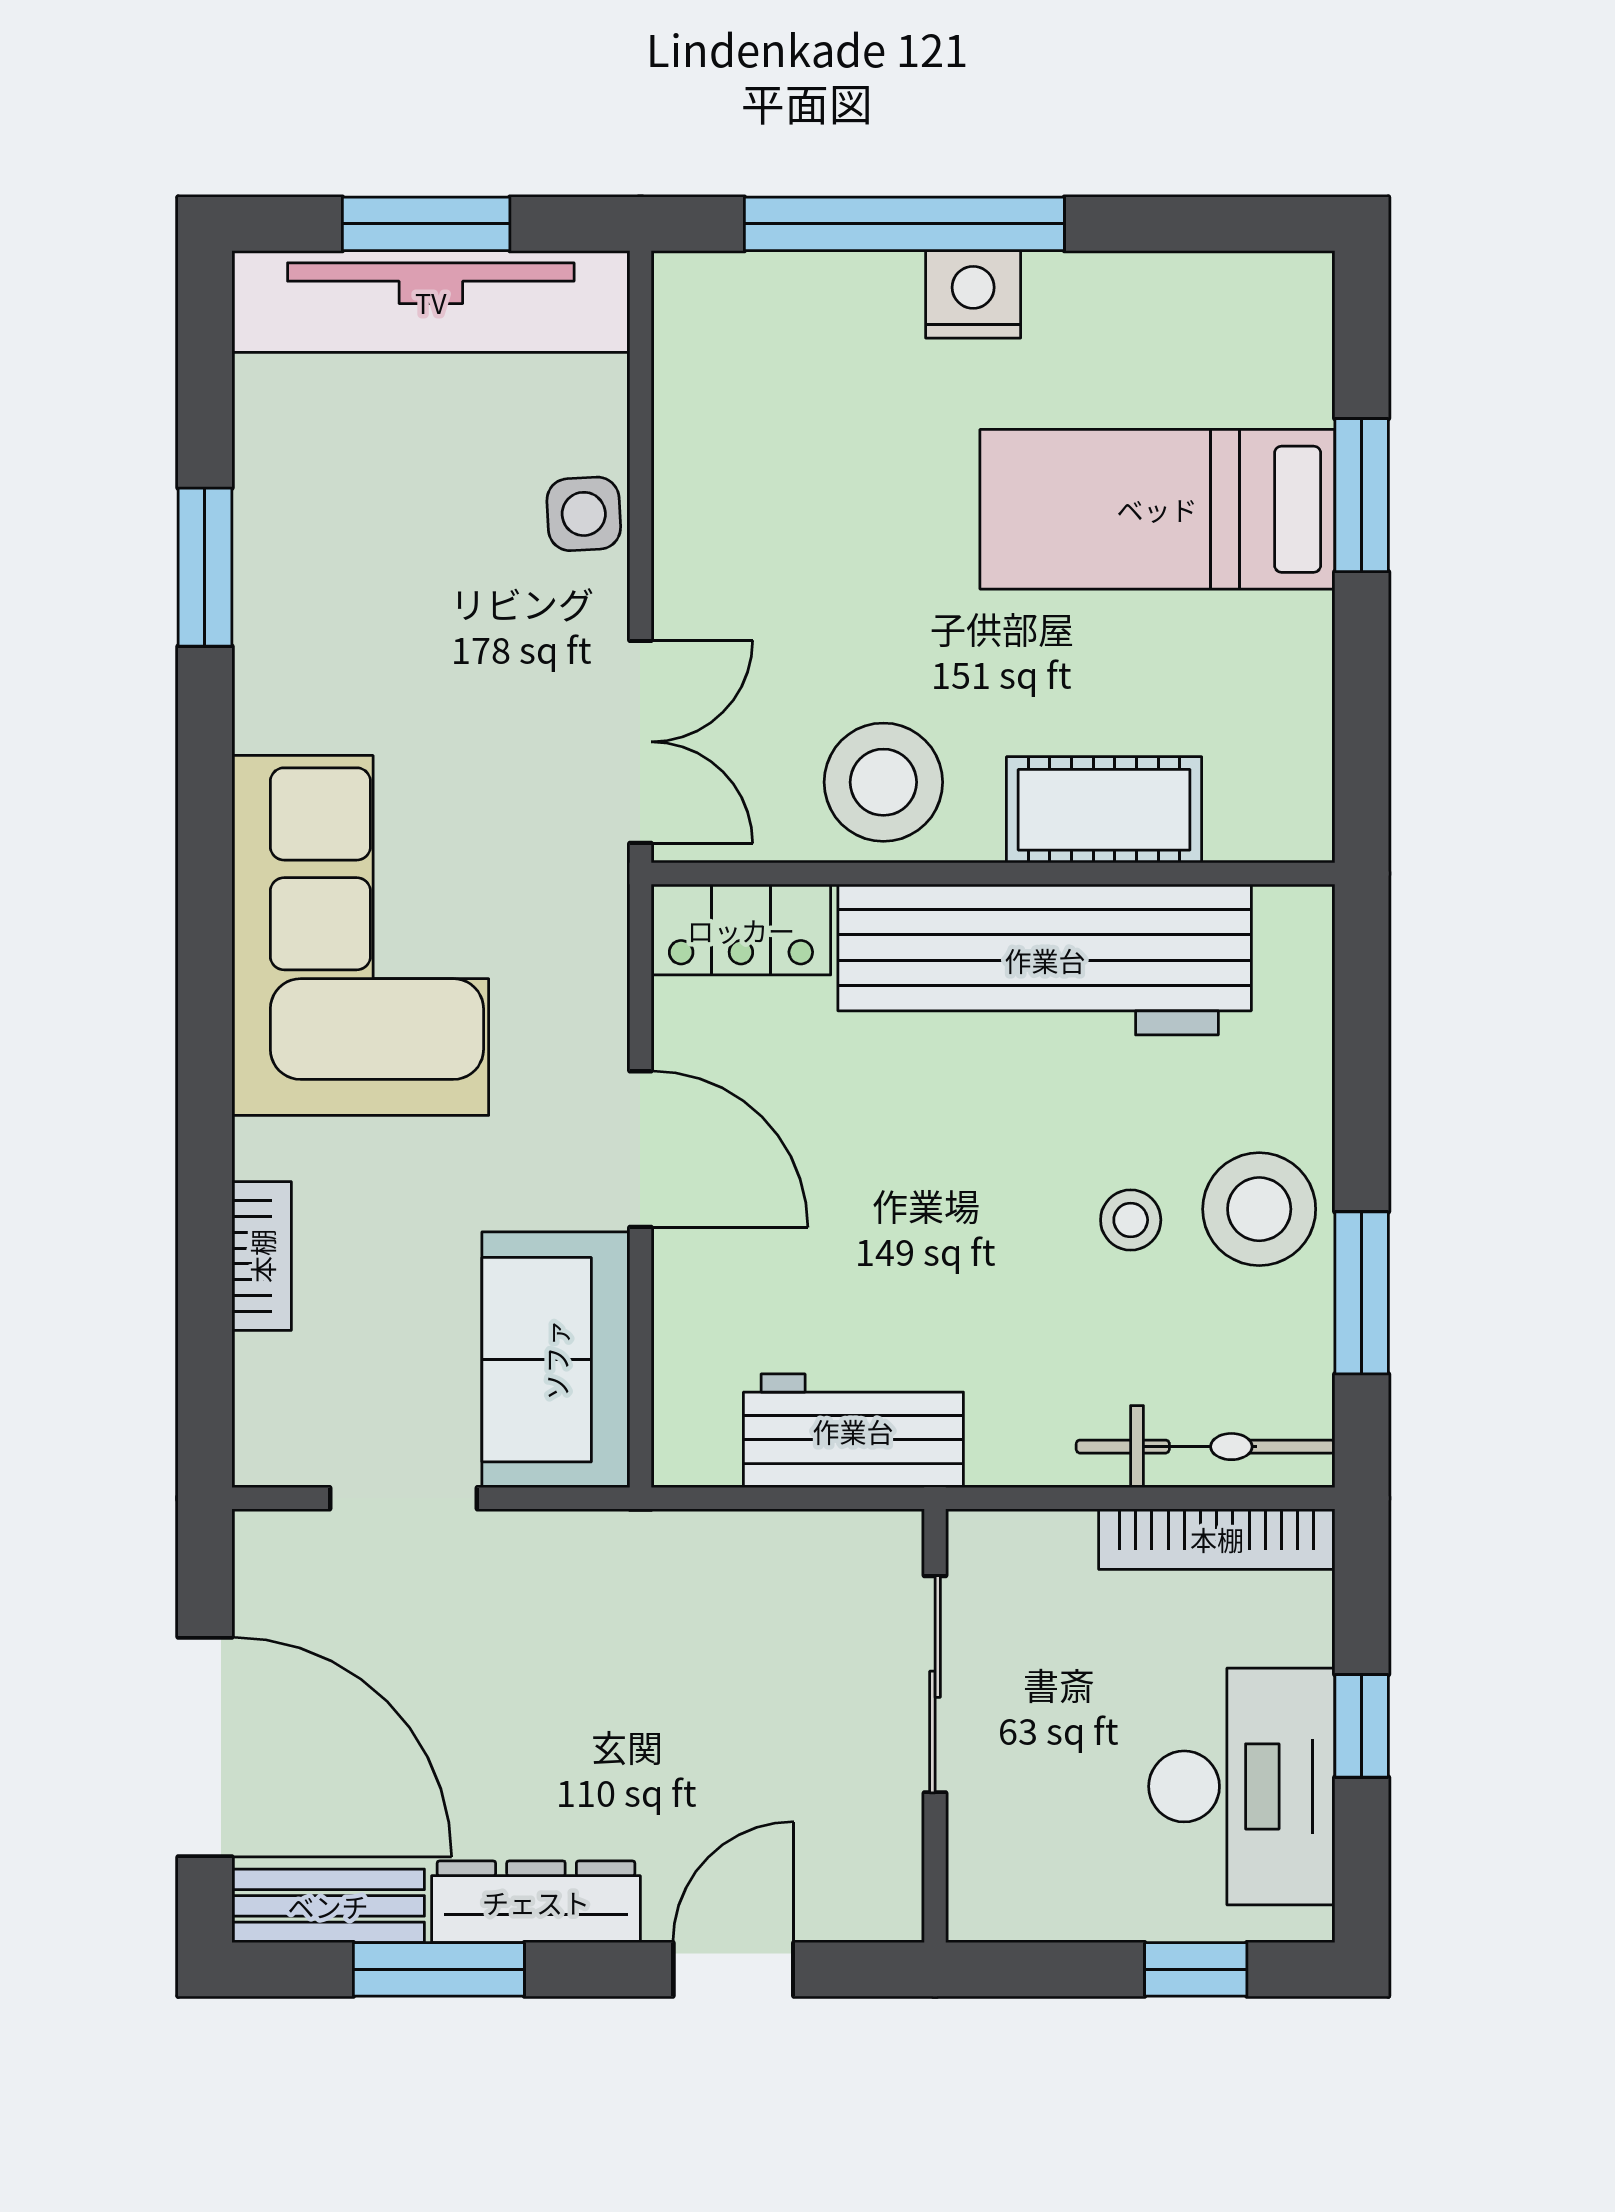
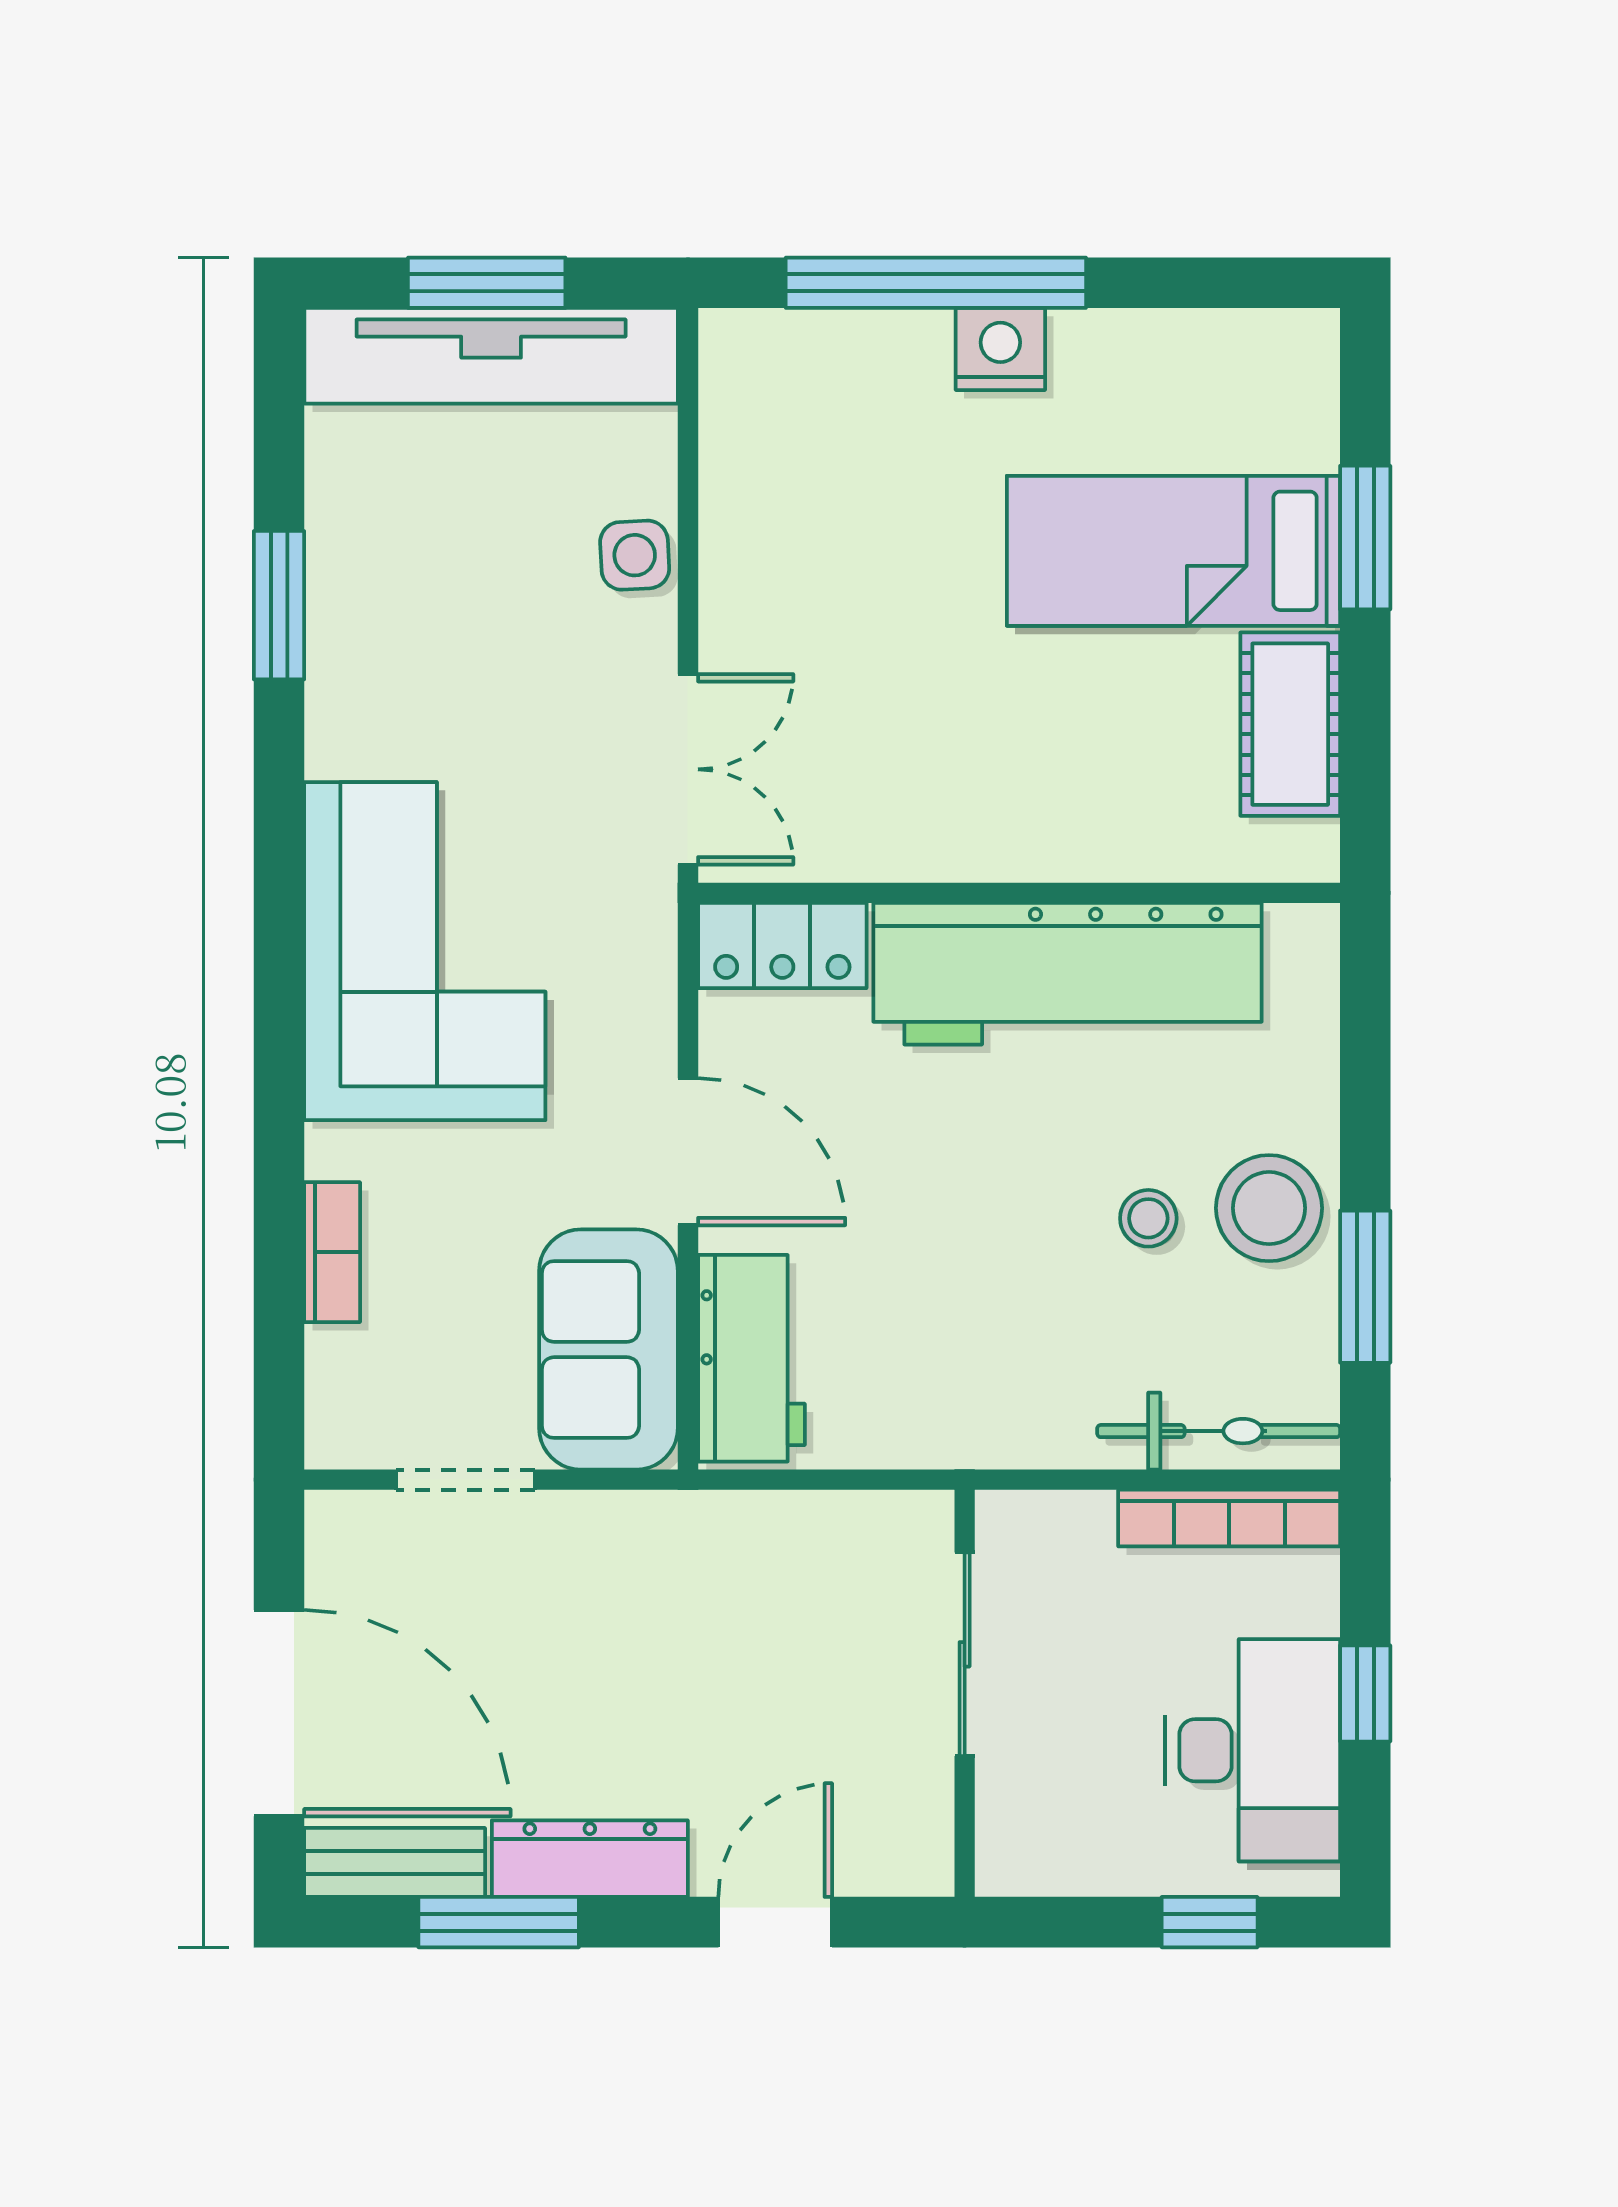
stool: (883, 782) -> (916, 807), removed
cot: (1104, 810) -> (1290, 724), moved, turned 90
workbench: (853, 1431) -> (751, 1358), moved, turned 90

